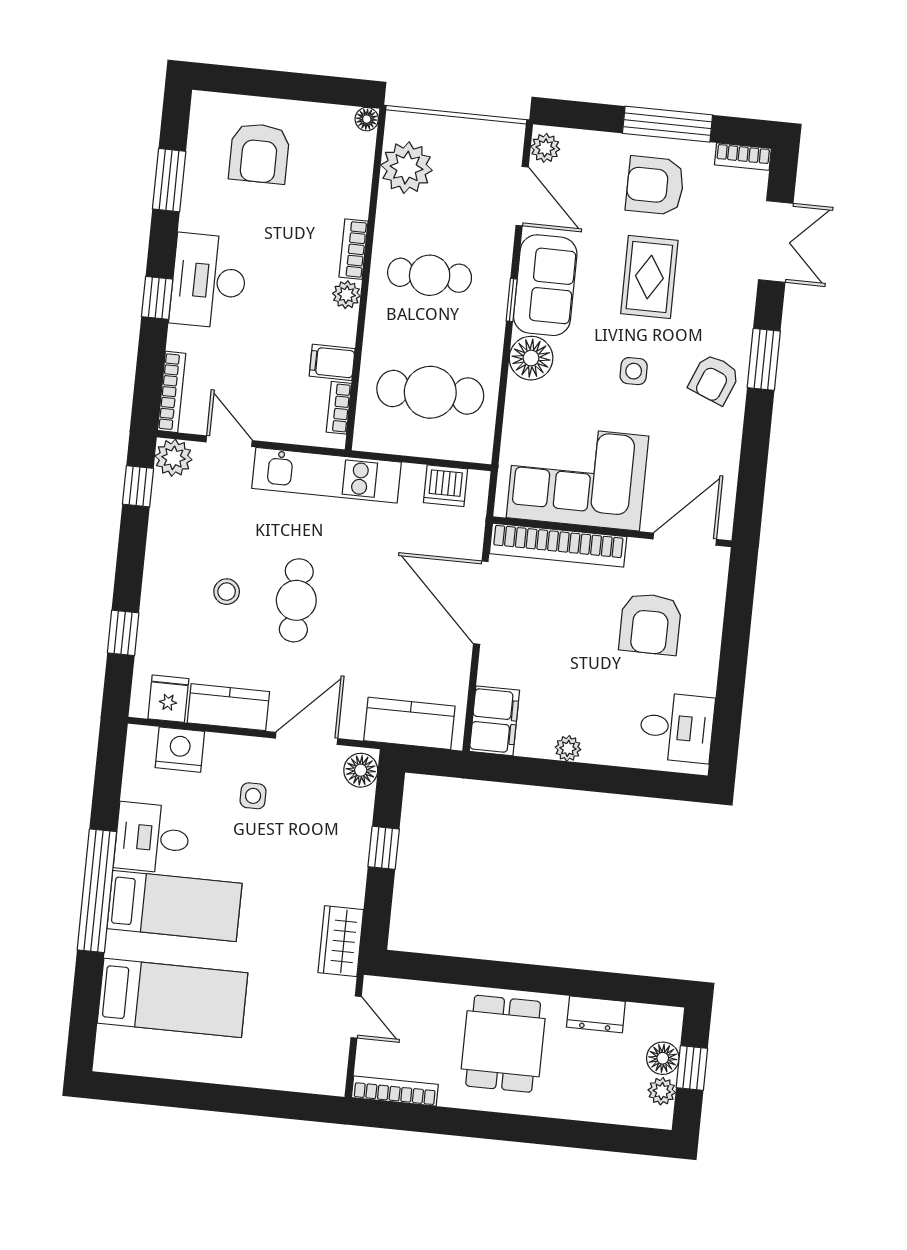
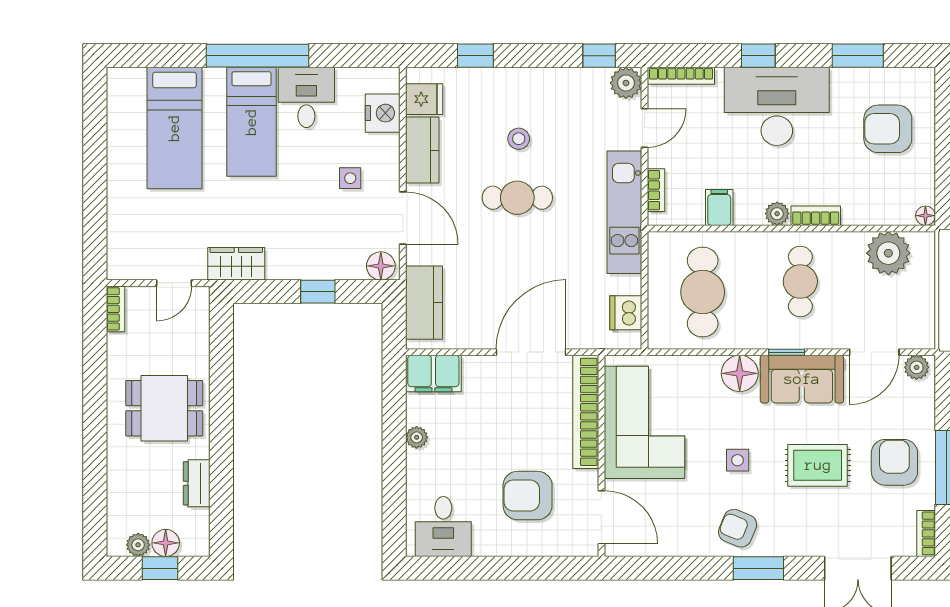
desk: (209, 281) -> (777, 106), width x1.36, depth x1.30
bookcase: (339, 408) -> (656, 190), moved, turned 90
bookcase: (395, 1091) -> (116, 309), width x0.64

